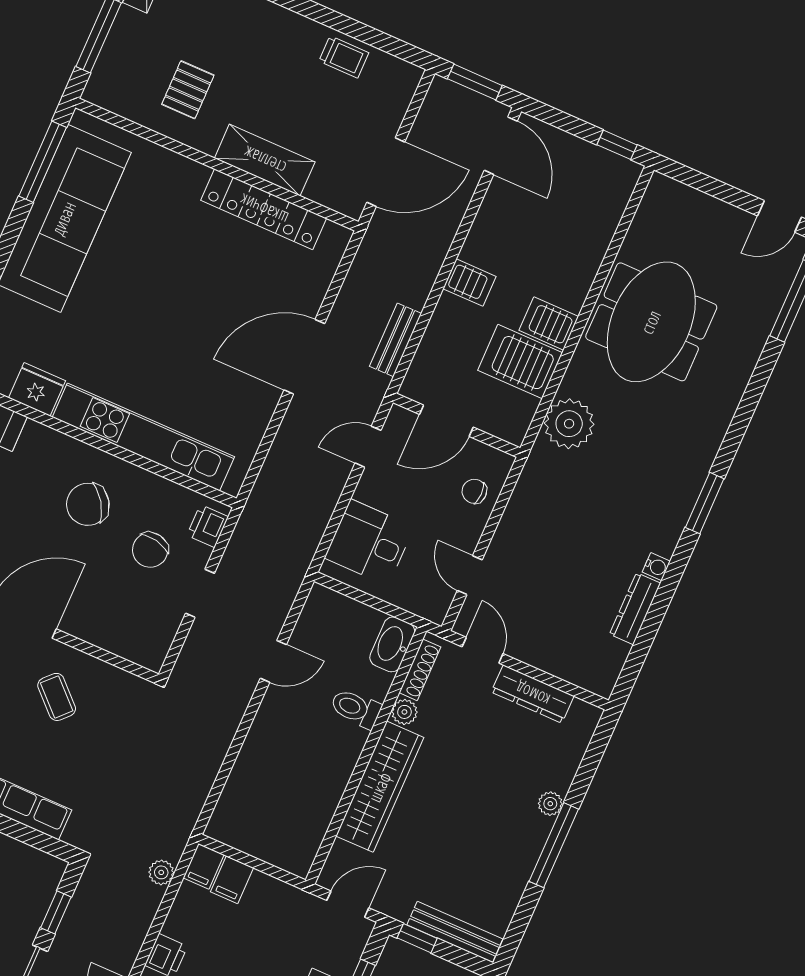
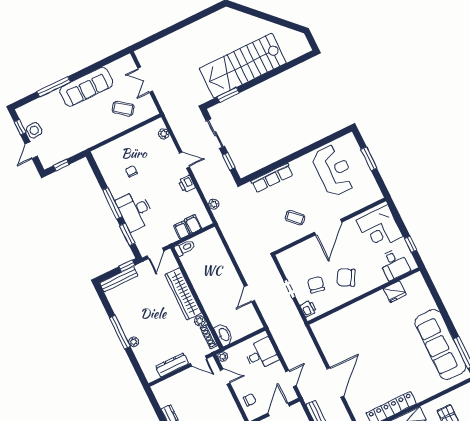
kitchen unit: (143, 437) -> (352, 312), removed
chair: (88, 504) -> (346, 277), turned -117
plant: (436, 611) -> (223, 357), added
toilet: (356, 708) -> (185, 248), moved
filing cabinet: (204, 866) -> (182, 230), moved

